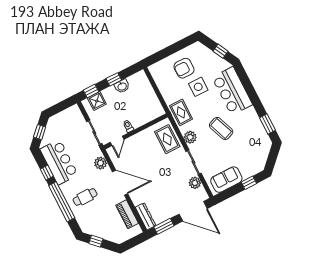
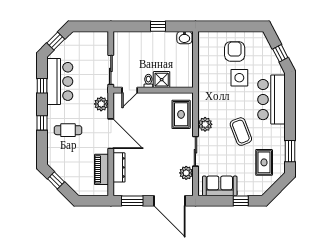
armchair: (184, 68) -> (235, 51), turned 90
washbasin: (122, 86) -> (184, 38), moved
window: (91, 91) -> (129, 26), removed
shower: (97, 101) -> (162, 80), moved
rug: (181, 112) -> (264, 162), moved
window: (62, 202) -> (42, 123), width x0.32
dresser: (146, 216) -> (119, 167), moved

